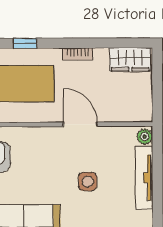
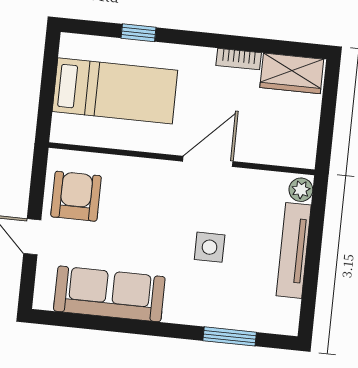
bookcase: (77, 54) -> (239, 59), moved
door: (80, 124) -> (208, 161), hinge flipped

